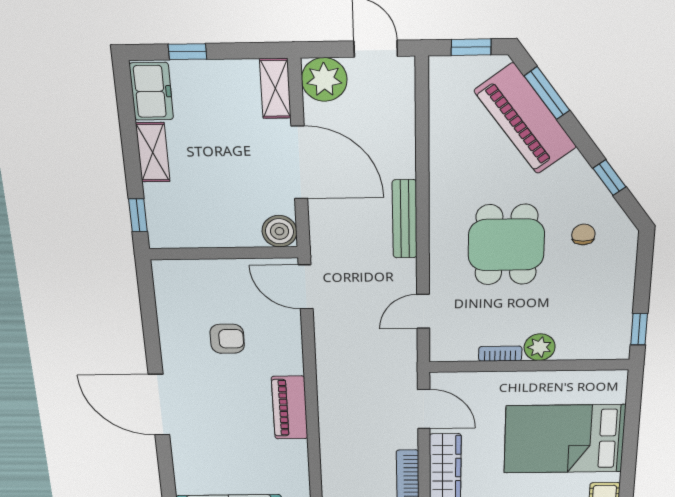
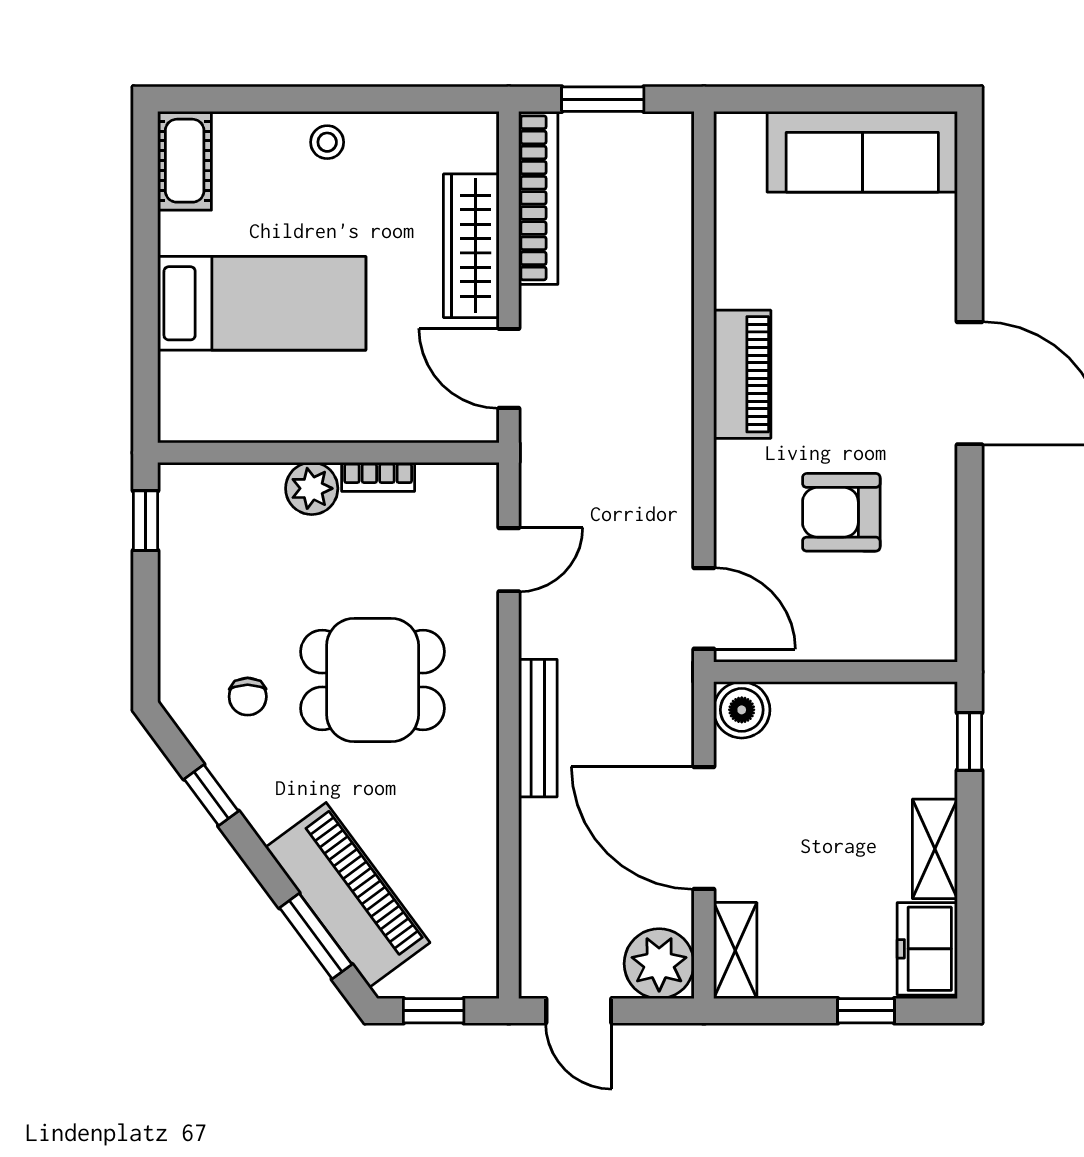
dining table: (506, 245) -> (373, 680), turned 90
armchair: (227, 339) -> (841, 512), width x1.38, depth x1.38
bed: (564, 439) -> (262, 303), width x0.67

